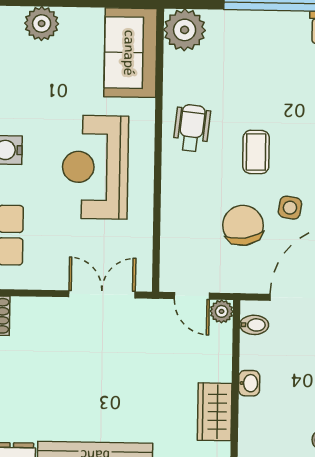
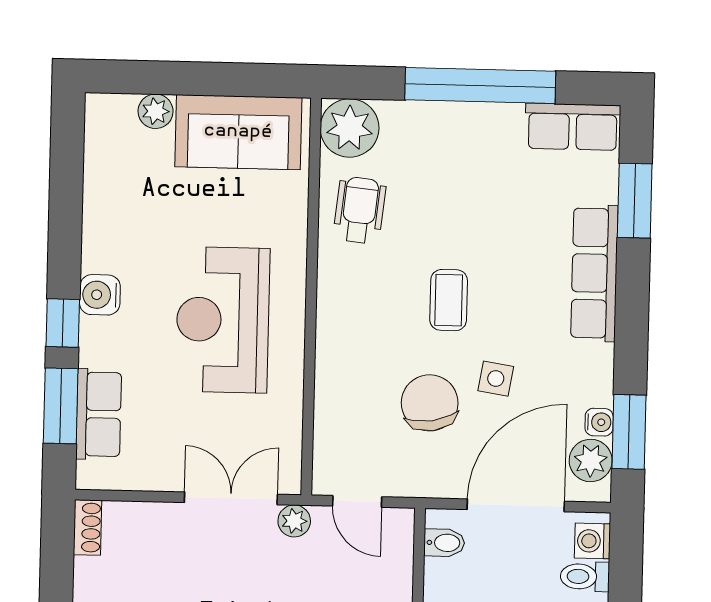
plant: (42, 24) -> (156, 111), width x0.73, depth x0.73
sofa: (130, 53) -> (238, 132), moved, turned -90
wheelchair: (192, 128) -> (360, 210), moved
plant: (222, 311) -> (294, 521), moved

